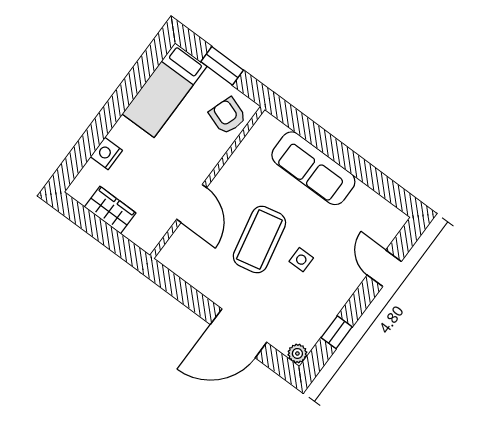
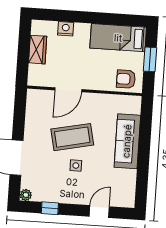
armchair: (228, 116) -> (126, 79), turned -109

